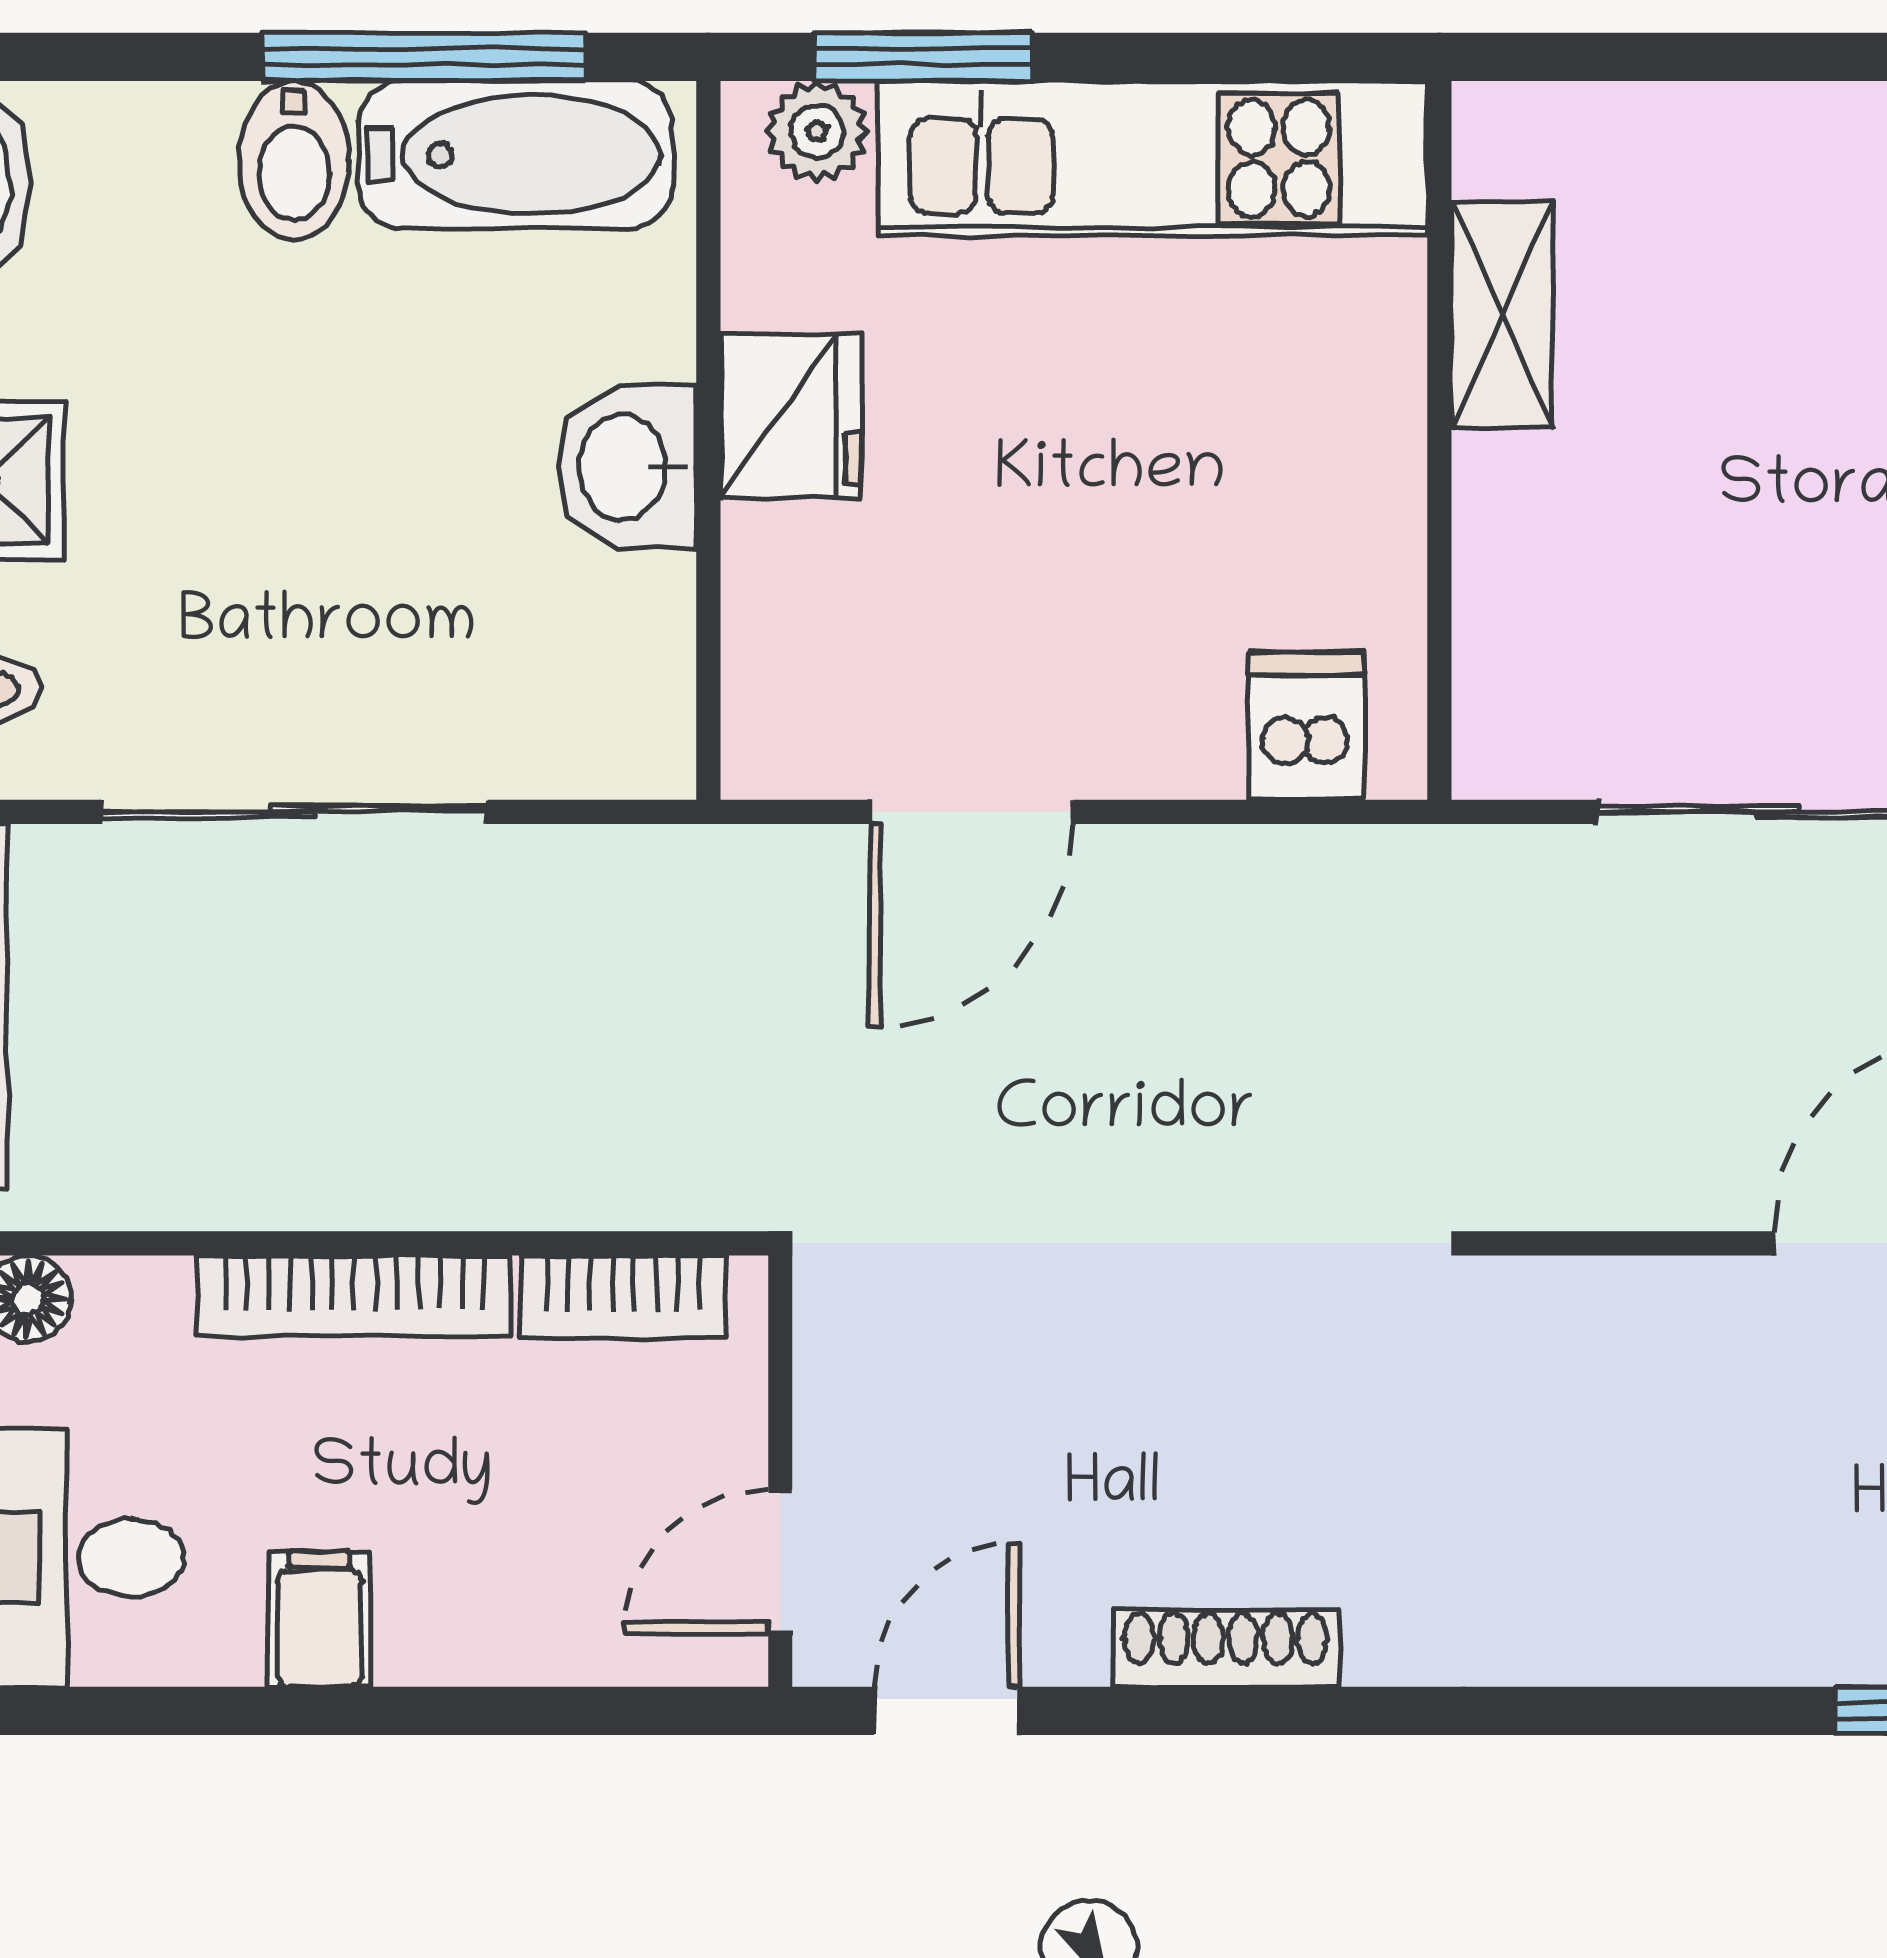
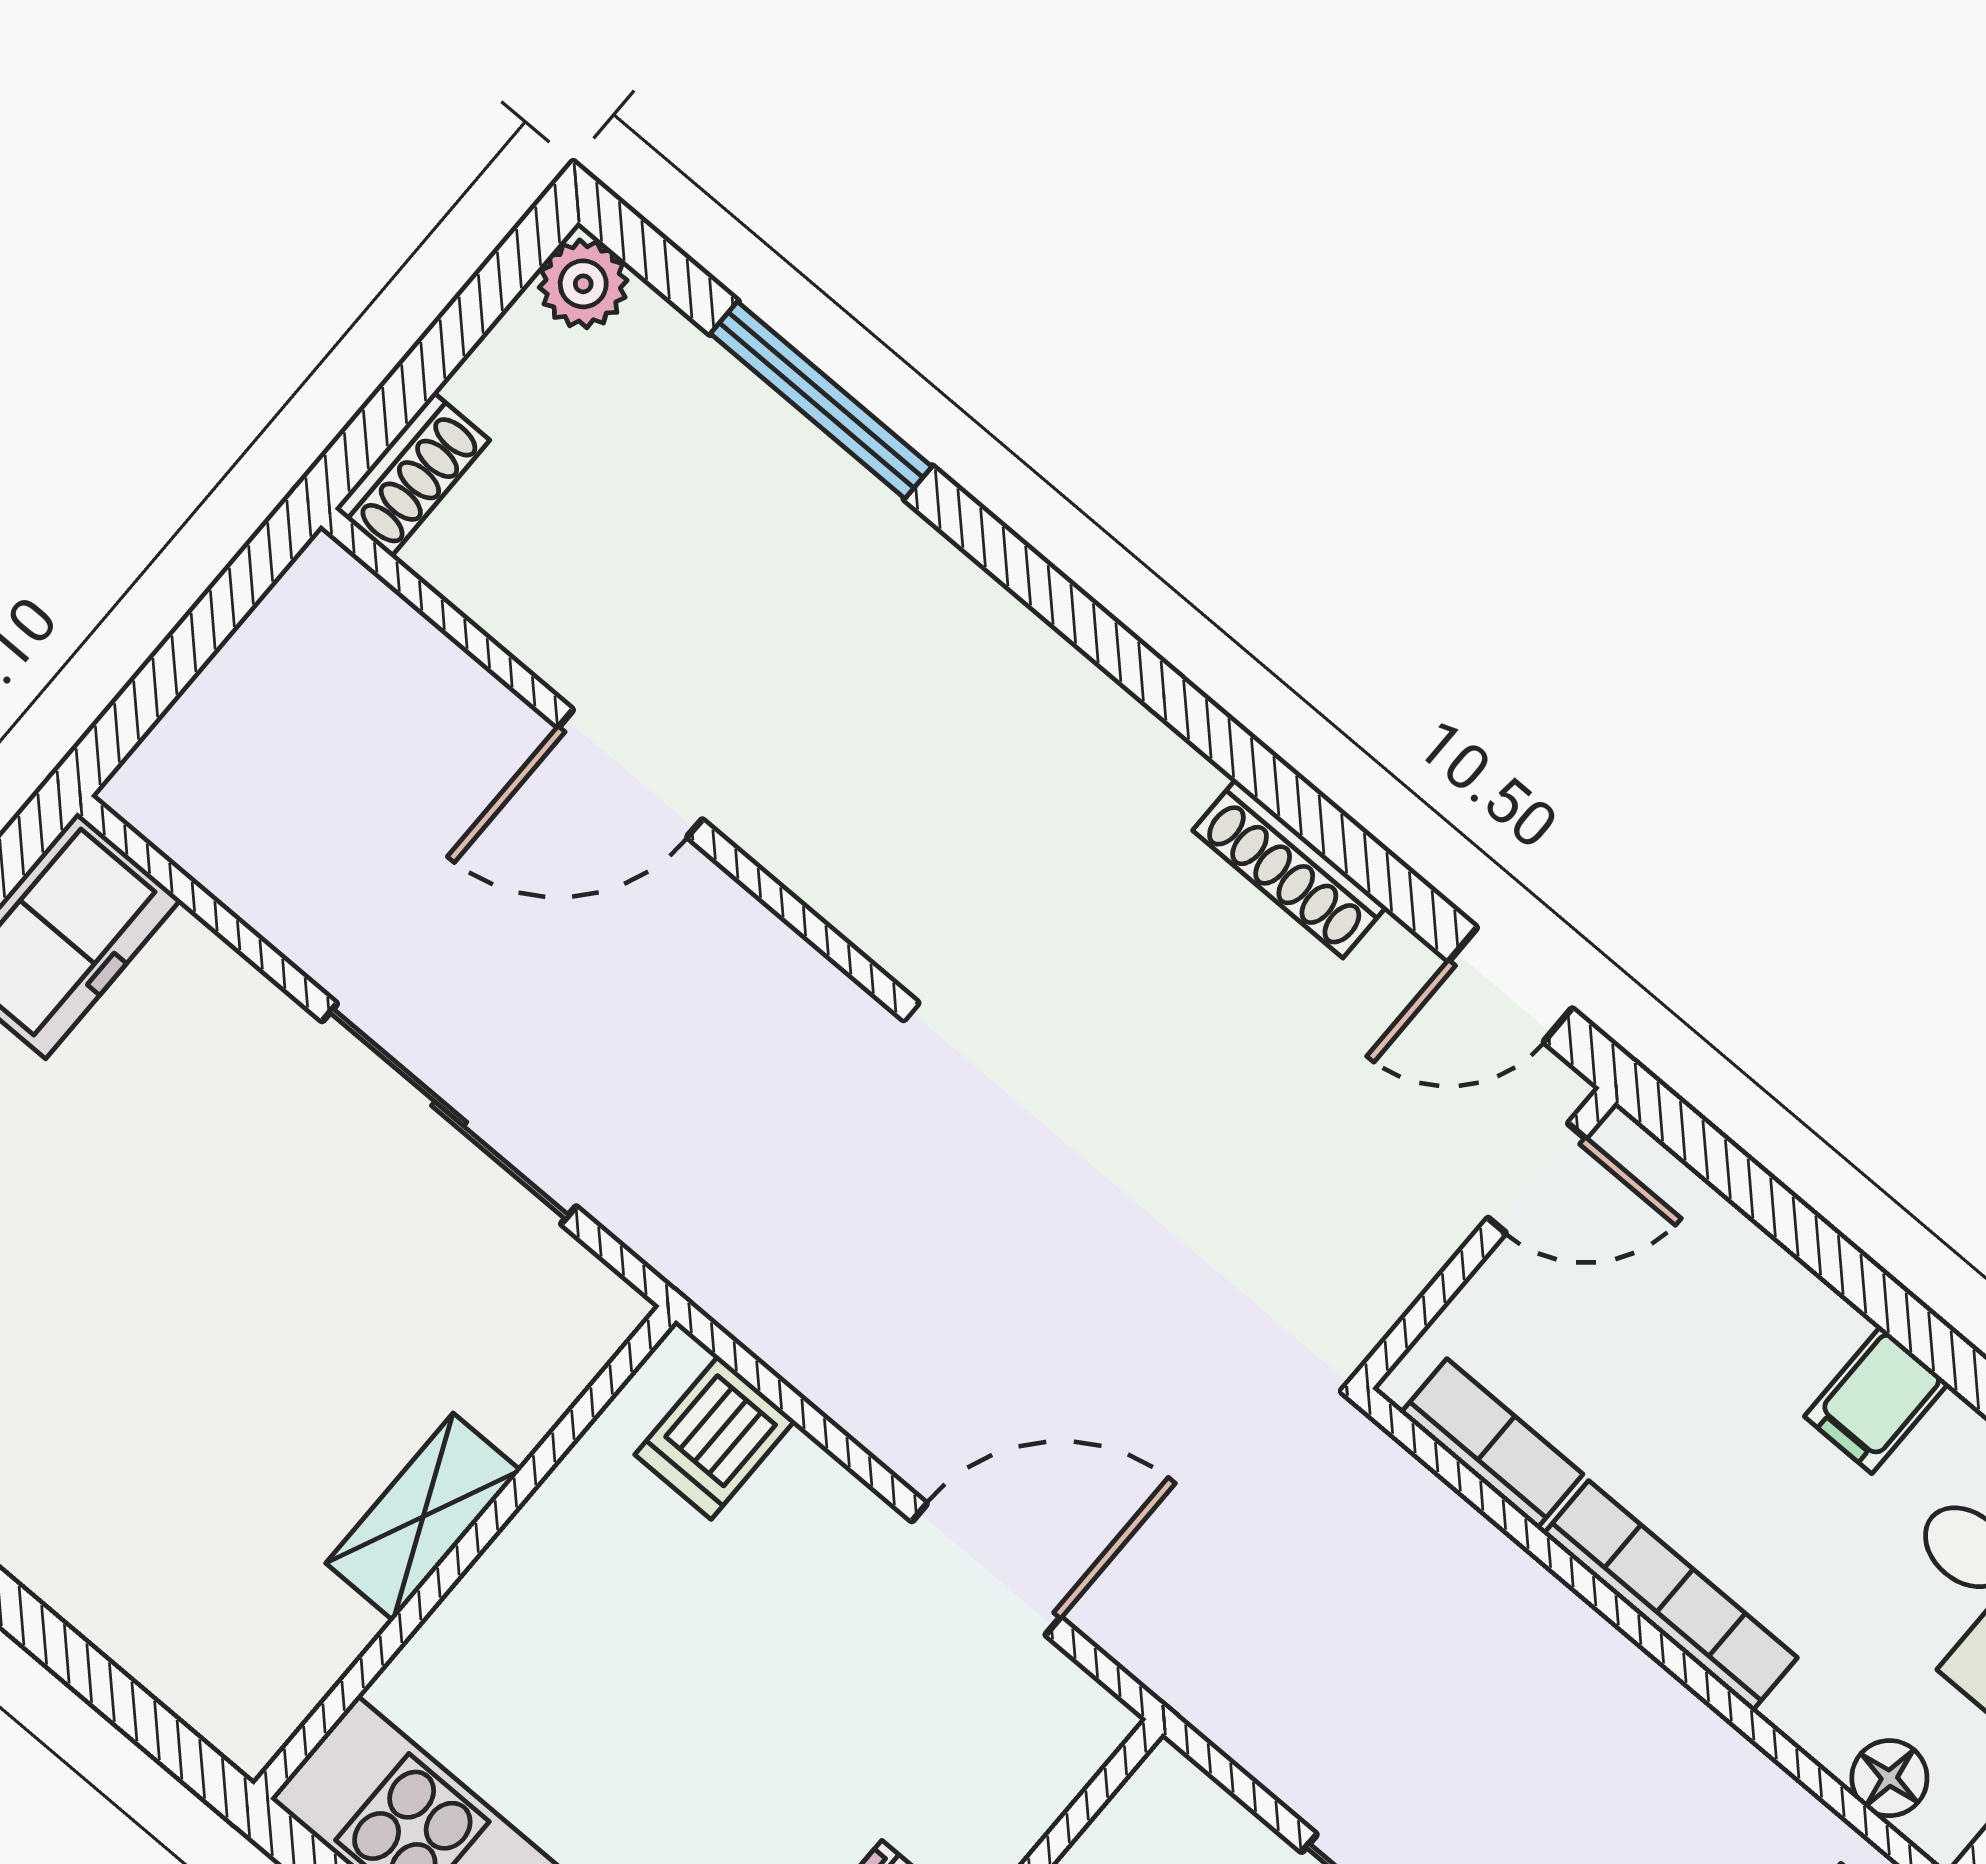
shelving: (1502, 315) -> (423, 1517), moved

